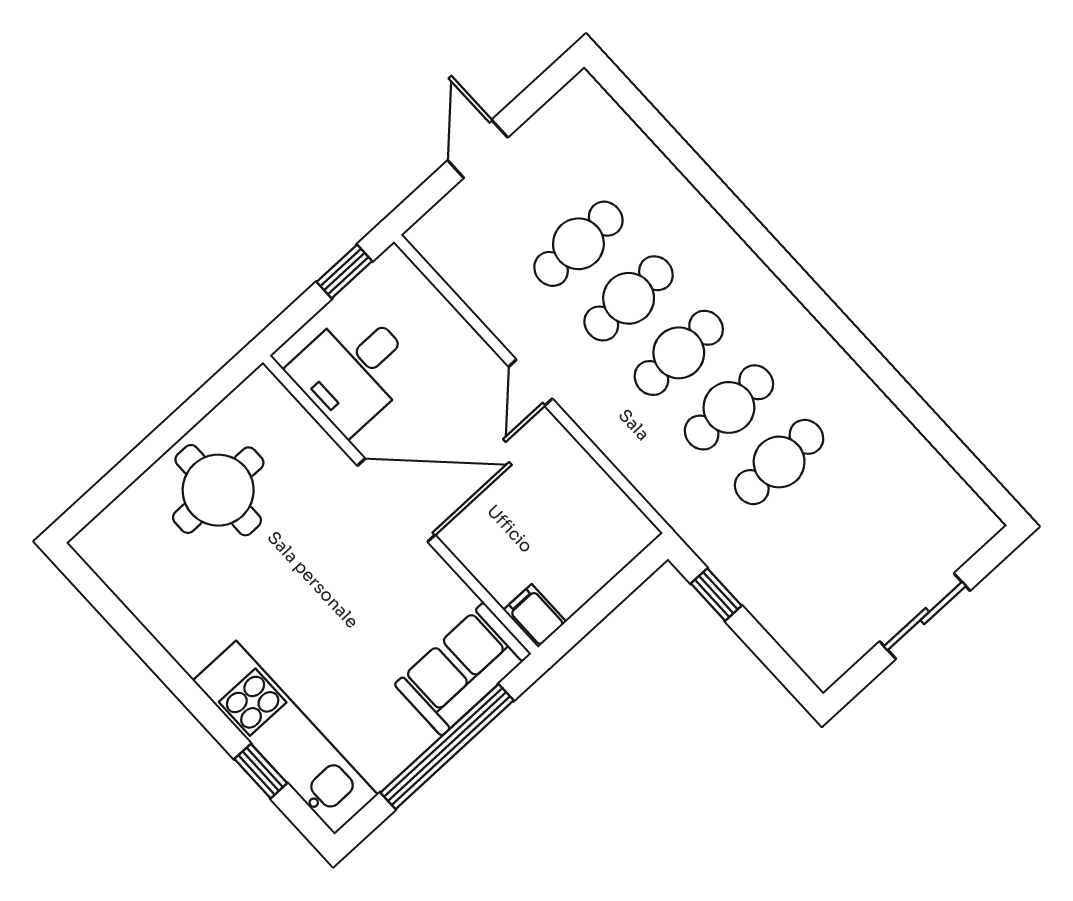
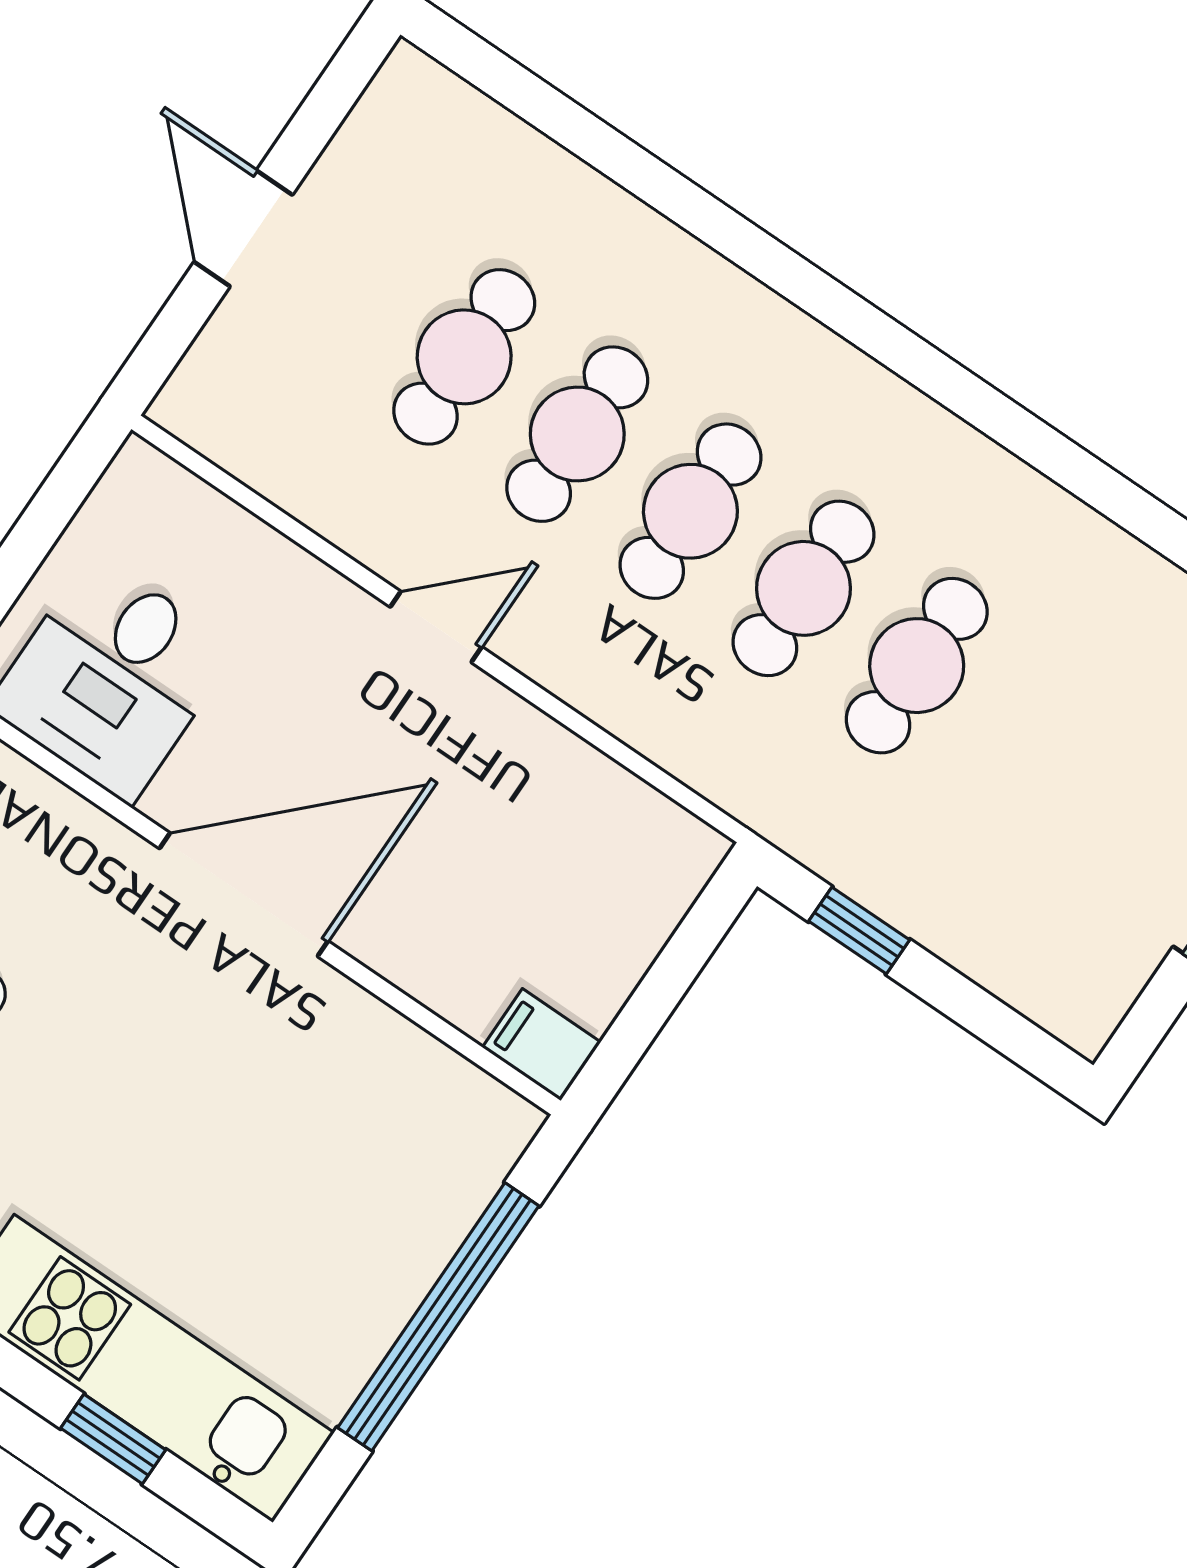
window: (344, 272) -> (55, 505), removed
door: (530, 383) -> (436, 627), swing flipped
sofa: (463, 669) -> (434, 1171), removed

